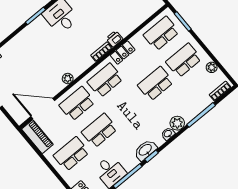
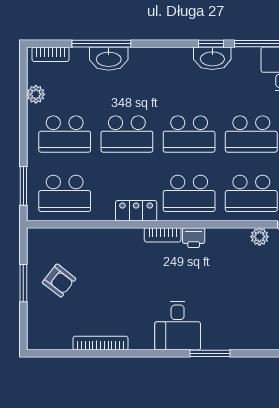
printer: (114, 39) -> (194, 238), moved
plant: (68, 79) -> (260, 237), moved
school desk: (127, 107) -> (189, 134), added
plant: (177, 123) -> (142, 59), removed
washbasin: (168, 134) -> (109, 59), moved, width x1.91, depth x1.45

